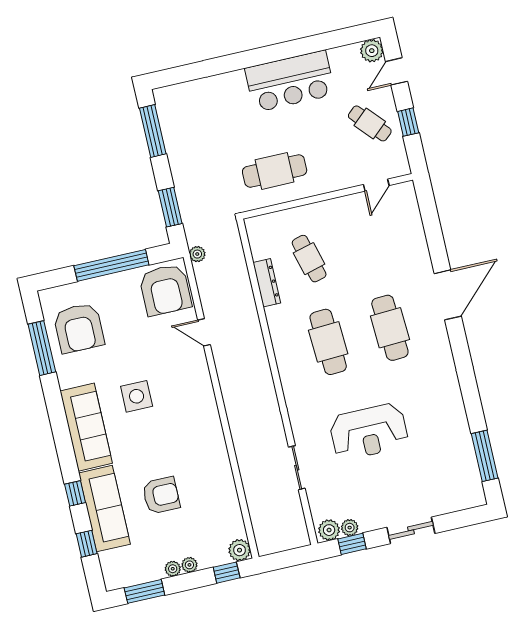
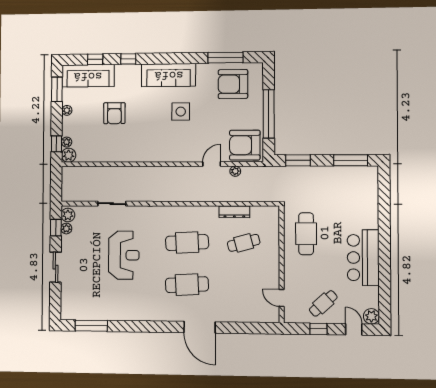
plant: (197, 254) -> (235, 171), moved
reception desk: (369, 432) -> (124, 255), turned 180
sofa: (104, 509) -> (88, 76), moved
plant: (189, 565) -> (67, 142), moved

